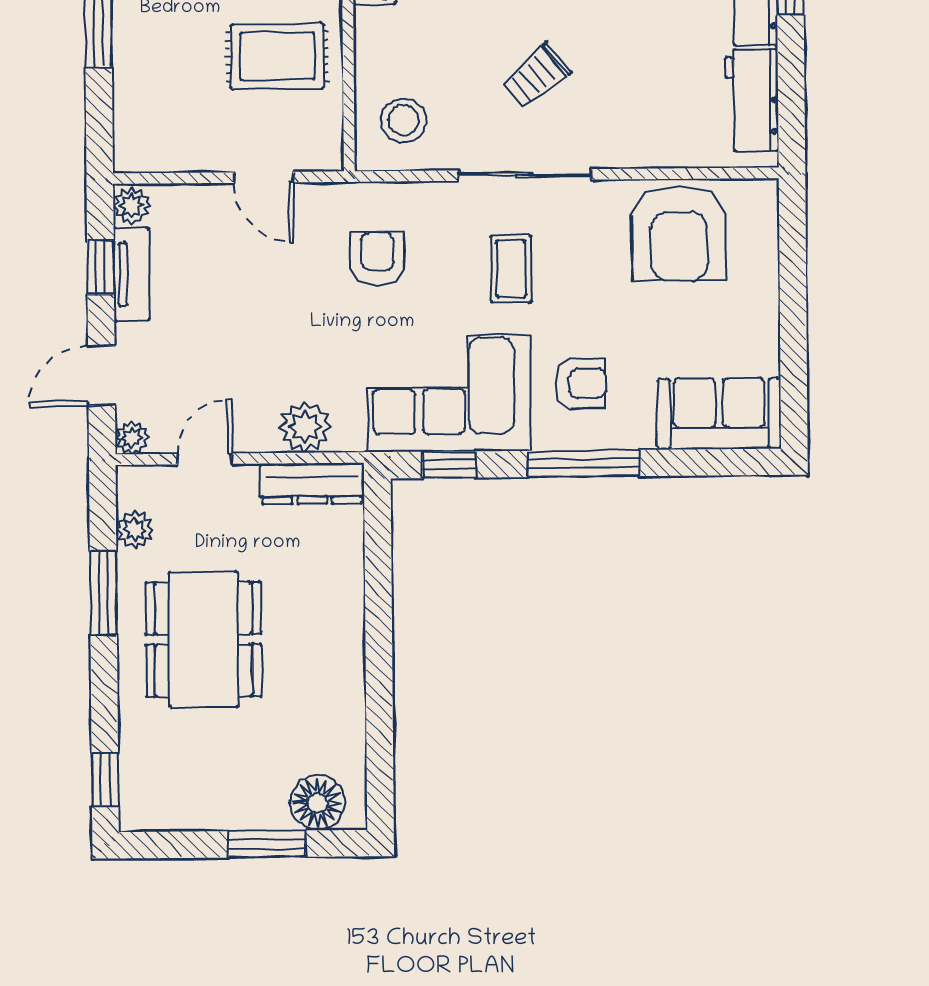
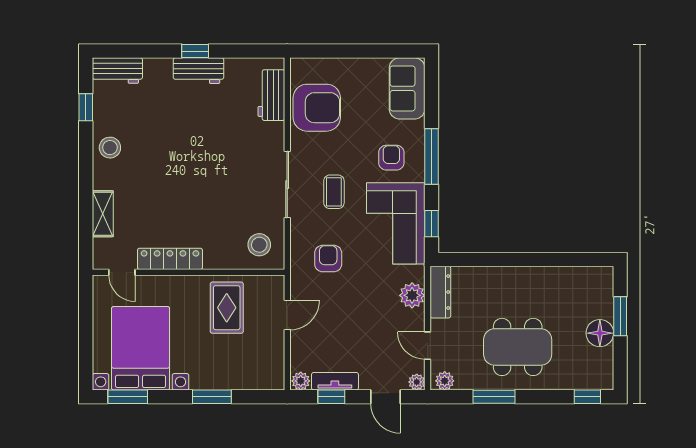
trolley: (537, 76) -> (238, 178), removed
workbench: (752, 100) -> (271, 95), moved, turned 90
armchair: (377, 259) -> (328, 259), turned 90
coffee table: (511, 269) -> (334, 192), turned 90
plant: (135, 530) -> (445, 381), moved
floor lamp: (317, 803) -> (600, 333), moved

